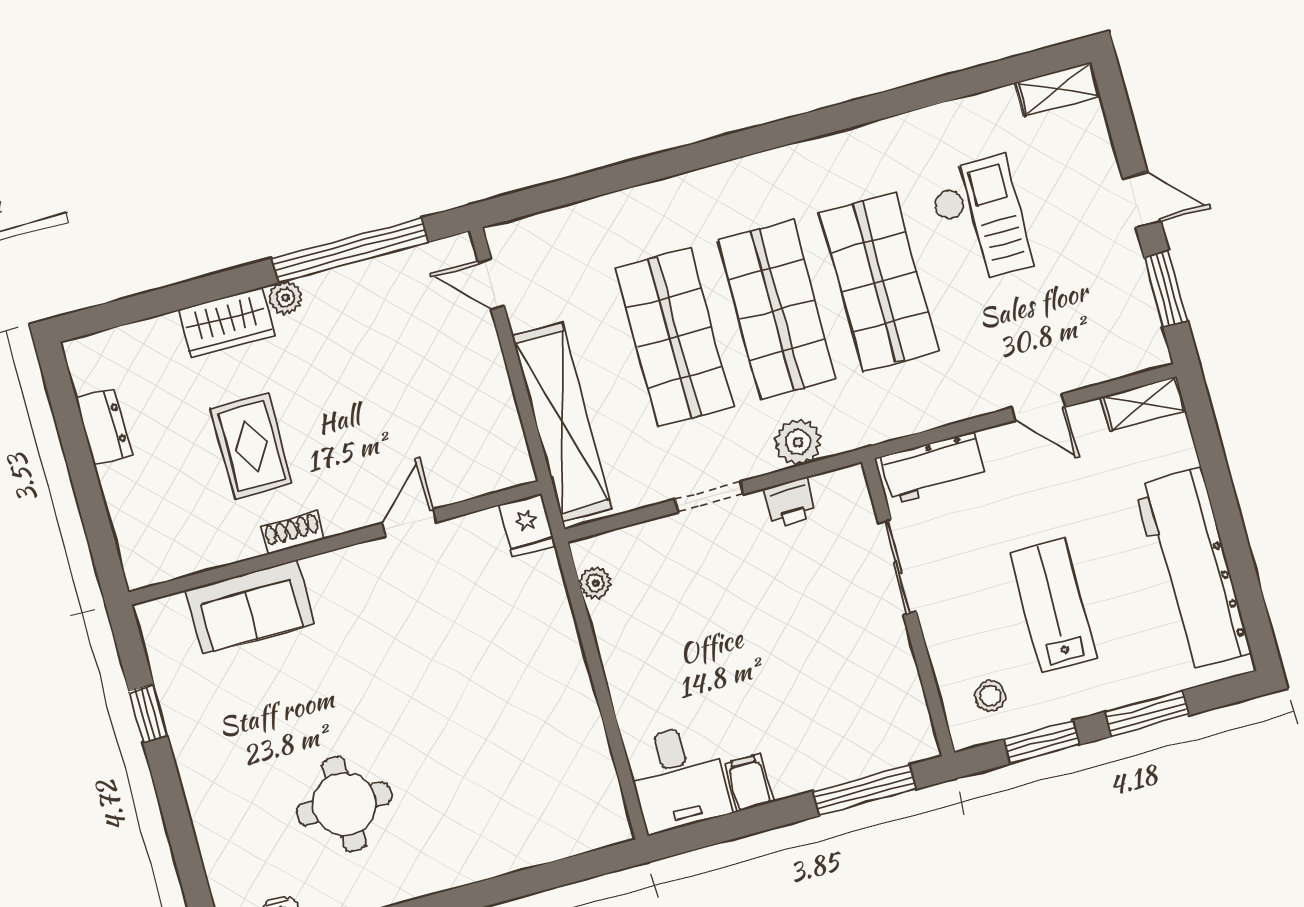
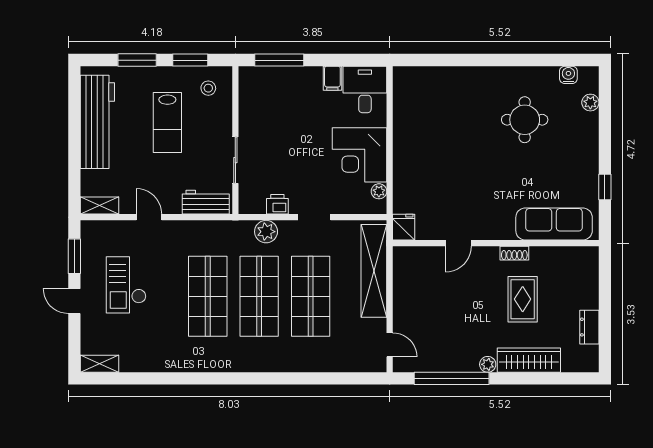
checkout: (981, 220) -> (126, 285), moved
wardrobe: (227, 323) -> (529, 360), width x1.50
sofa: (250, 607) -> (554, 224), width x1.36
corner desk: (654, 645) -> (360, 155), added
plant: (223, 874) -> (590, 103), added

